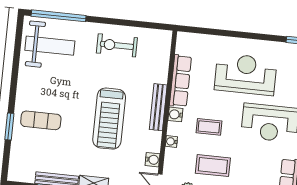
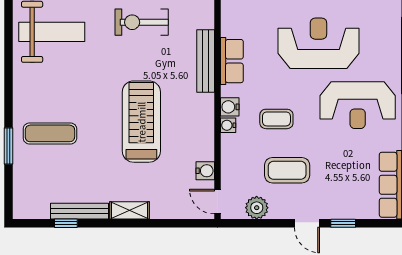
row of seats: (180, 81) -> (232, 61), width x0.68
bench: (158, 107) -> (206, 61), moved
treadmill: (109, 119) -> (141, 122), turned 180
water cooler: (171, 141) -> (228, 125), moved

